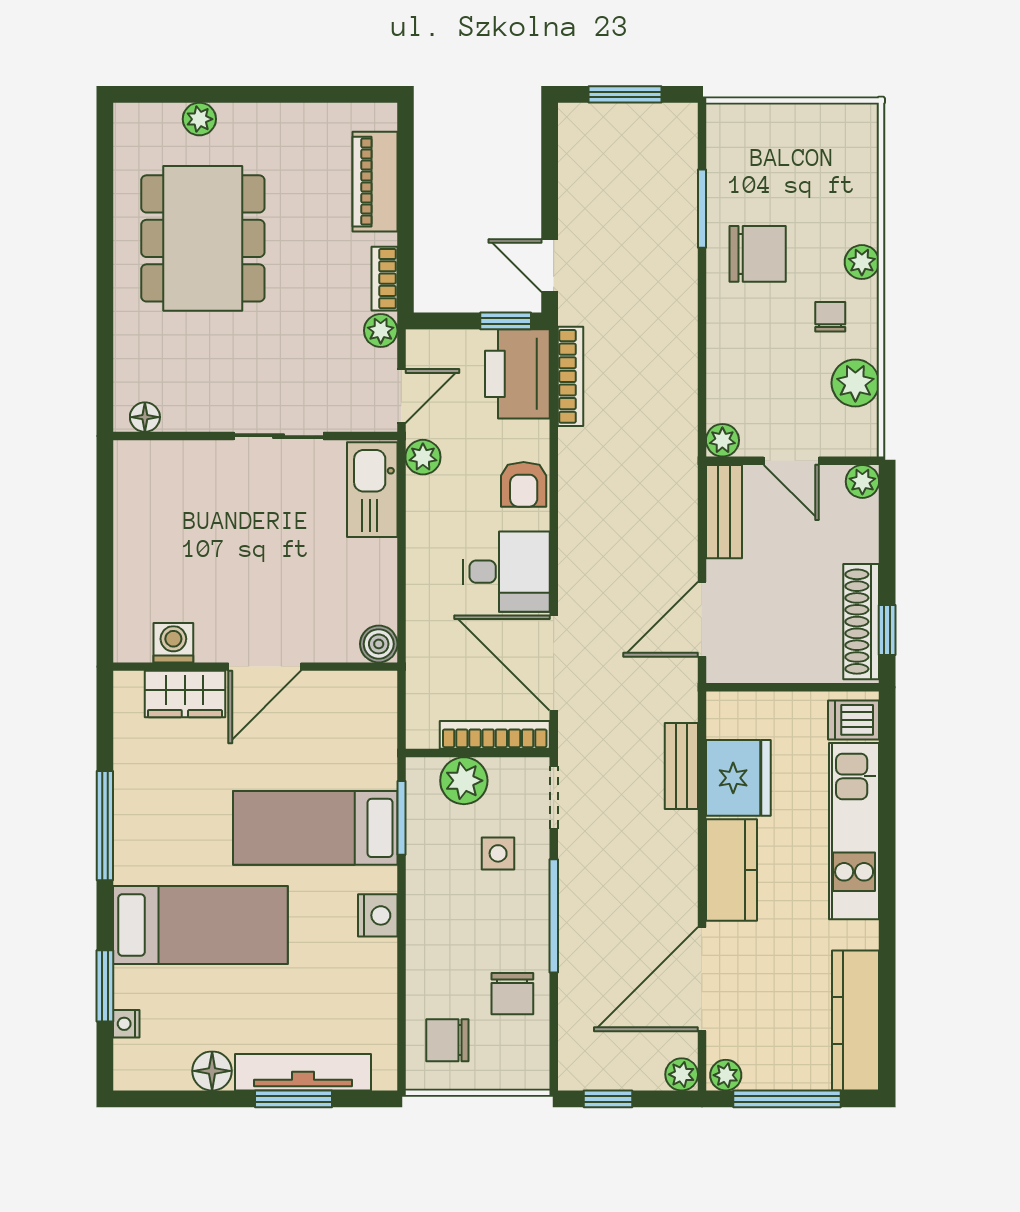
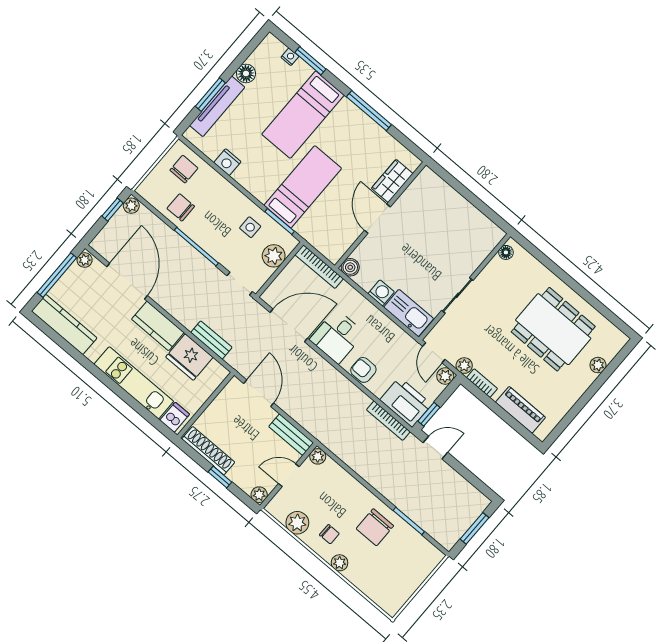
plant: (423, 457) -> (445, 376), moved
window: (887, 630) -> (220, 477), moved
washing machine: (173, 643) -> (381, 293), moved, turned -90
bookcase: (495, 735) -> (319, 267), moved, turned 90
side table: (498, 853) -> (250, 227), moved
nightstand: (378, 915) -> (227, 162), moved
plant: (682, 1074) -> (131, 206), moved

